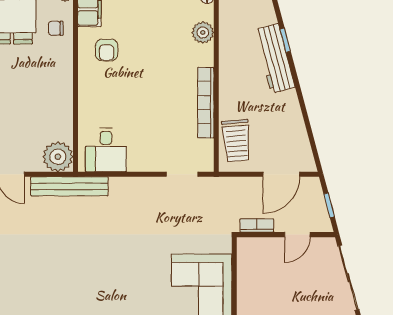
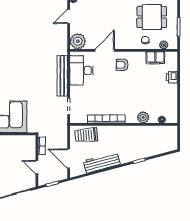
armchair: (107, 50) -> (122, 65), moved
workbench: (275, 58) -> (102, 163), moved
door: (75, 106) -> (105, 50), added
desk: (106, 150) -> (81, 70), width x1.37
bench: (69, 186) -> (62, 76), moved

